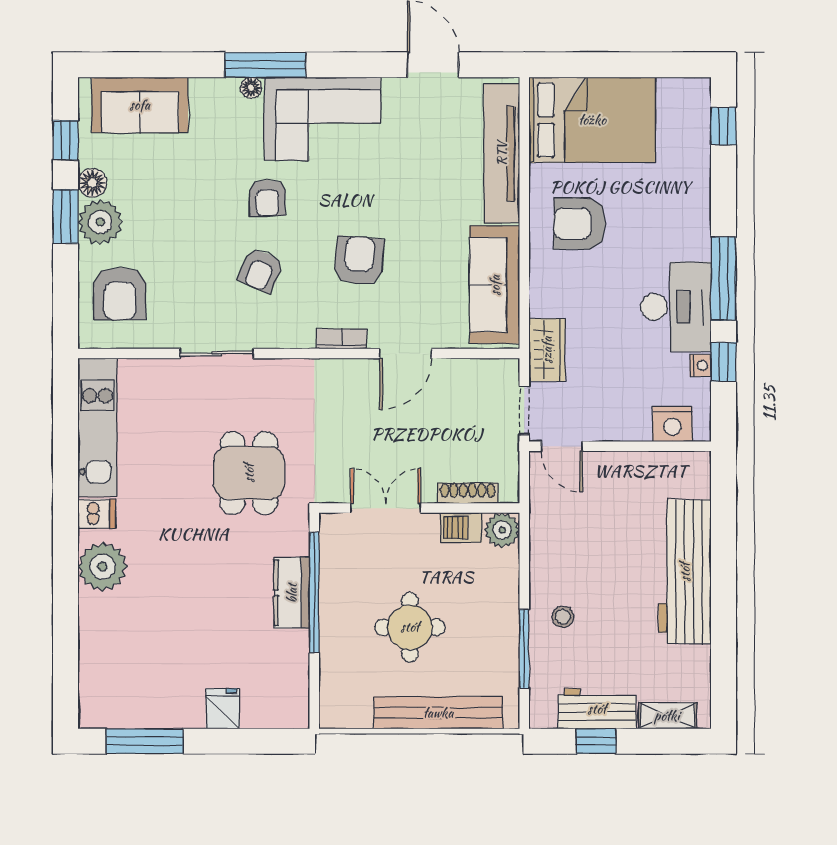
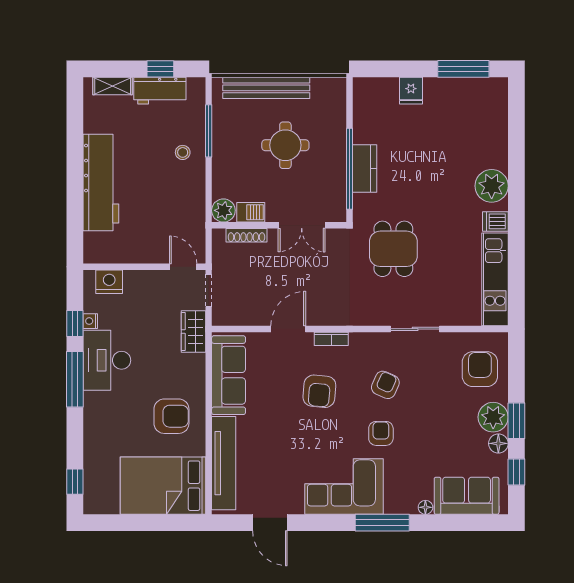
floor lamp: (251, 88) -> (425, 507), moved

